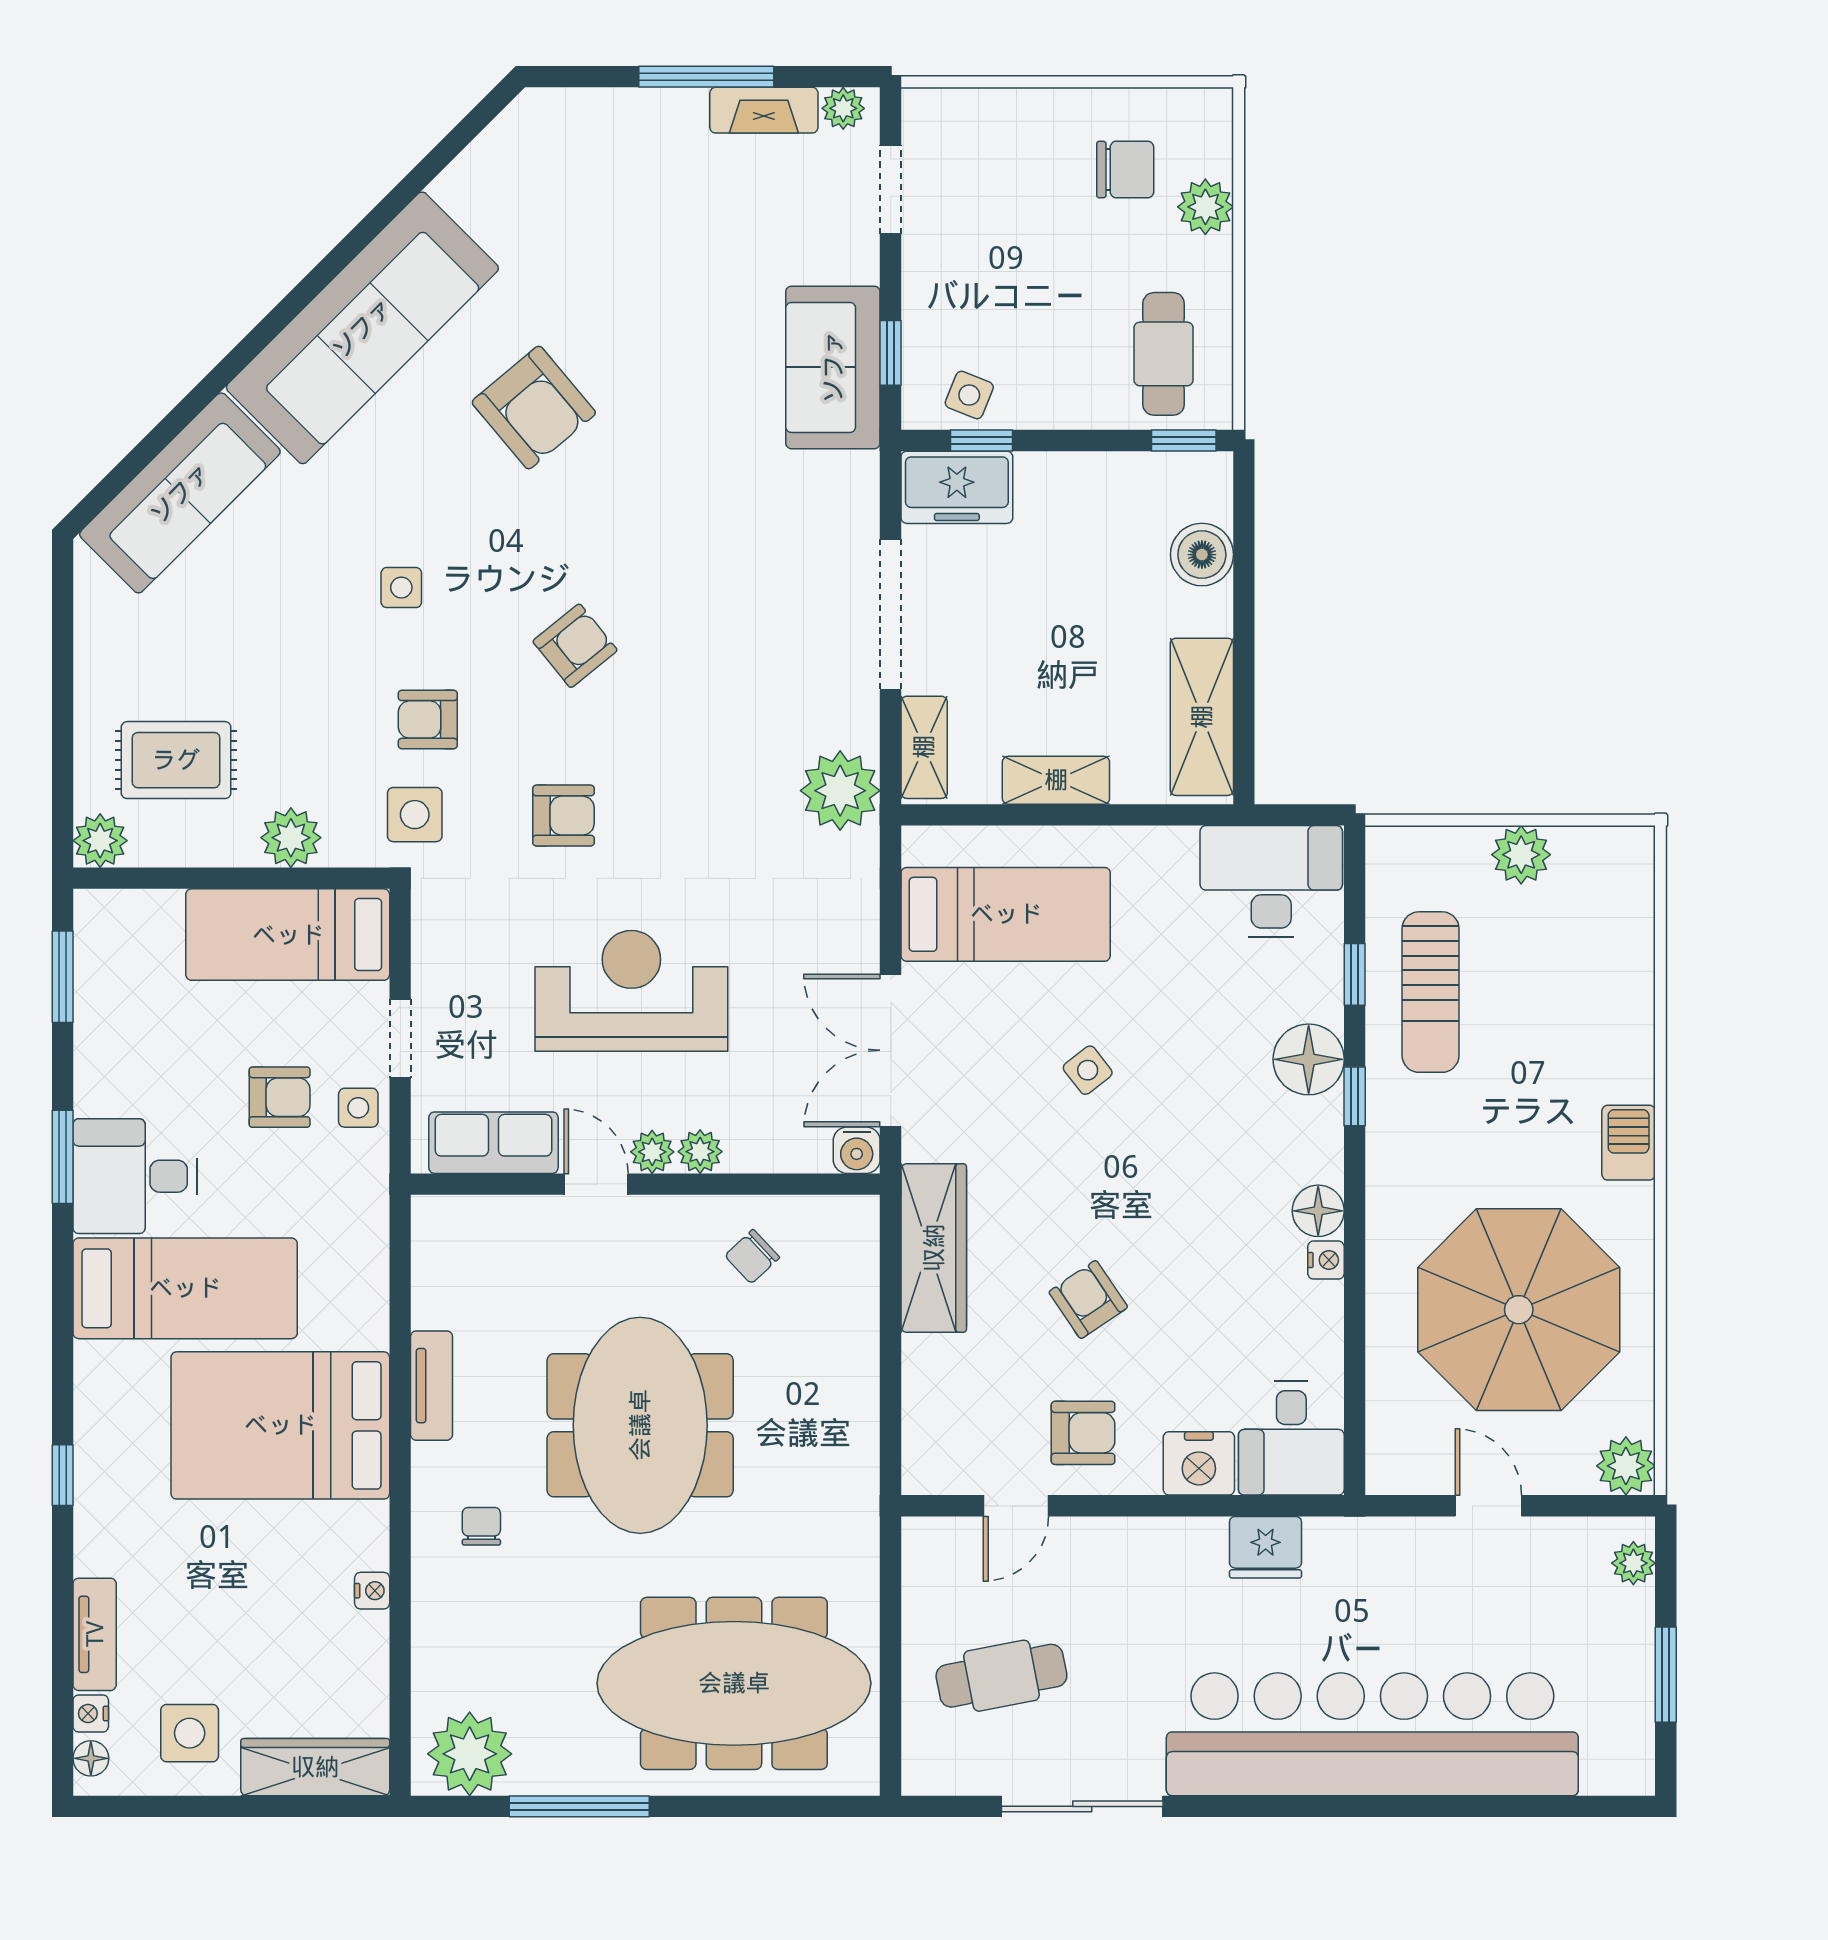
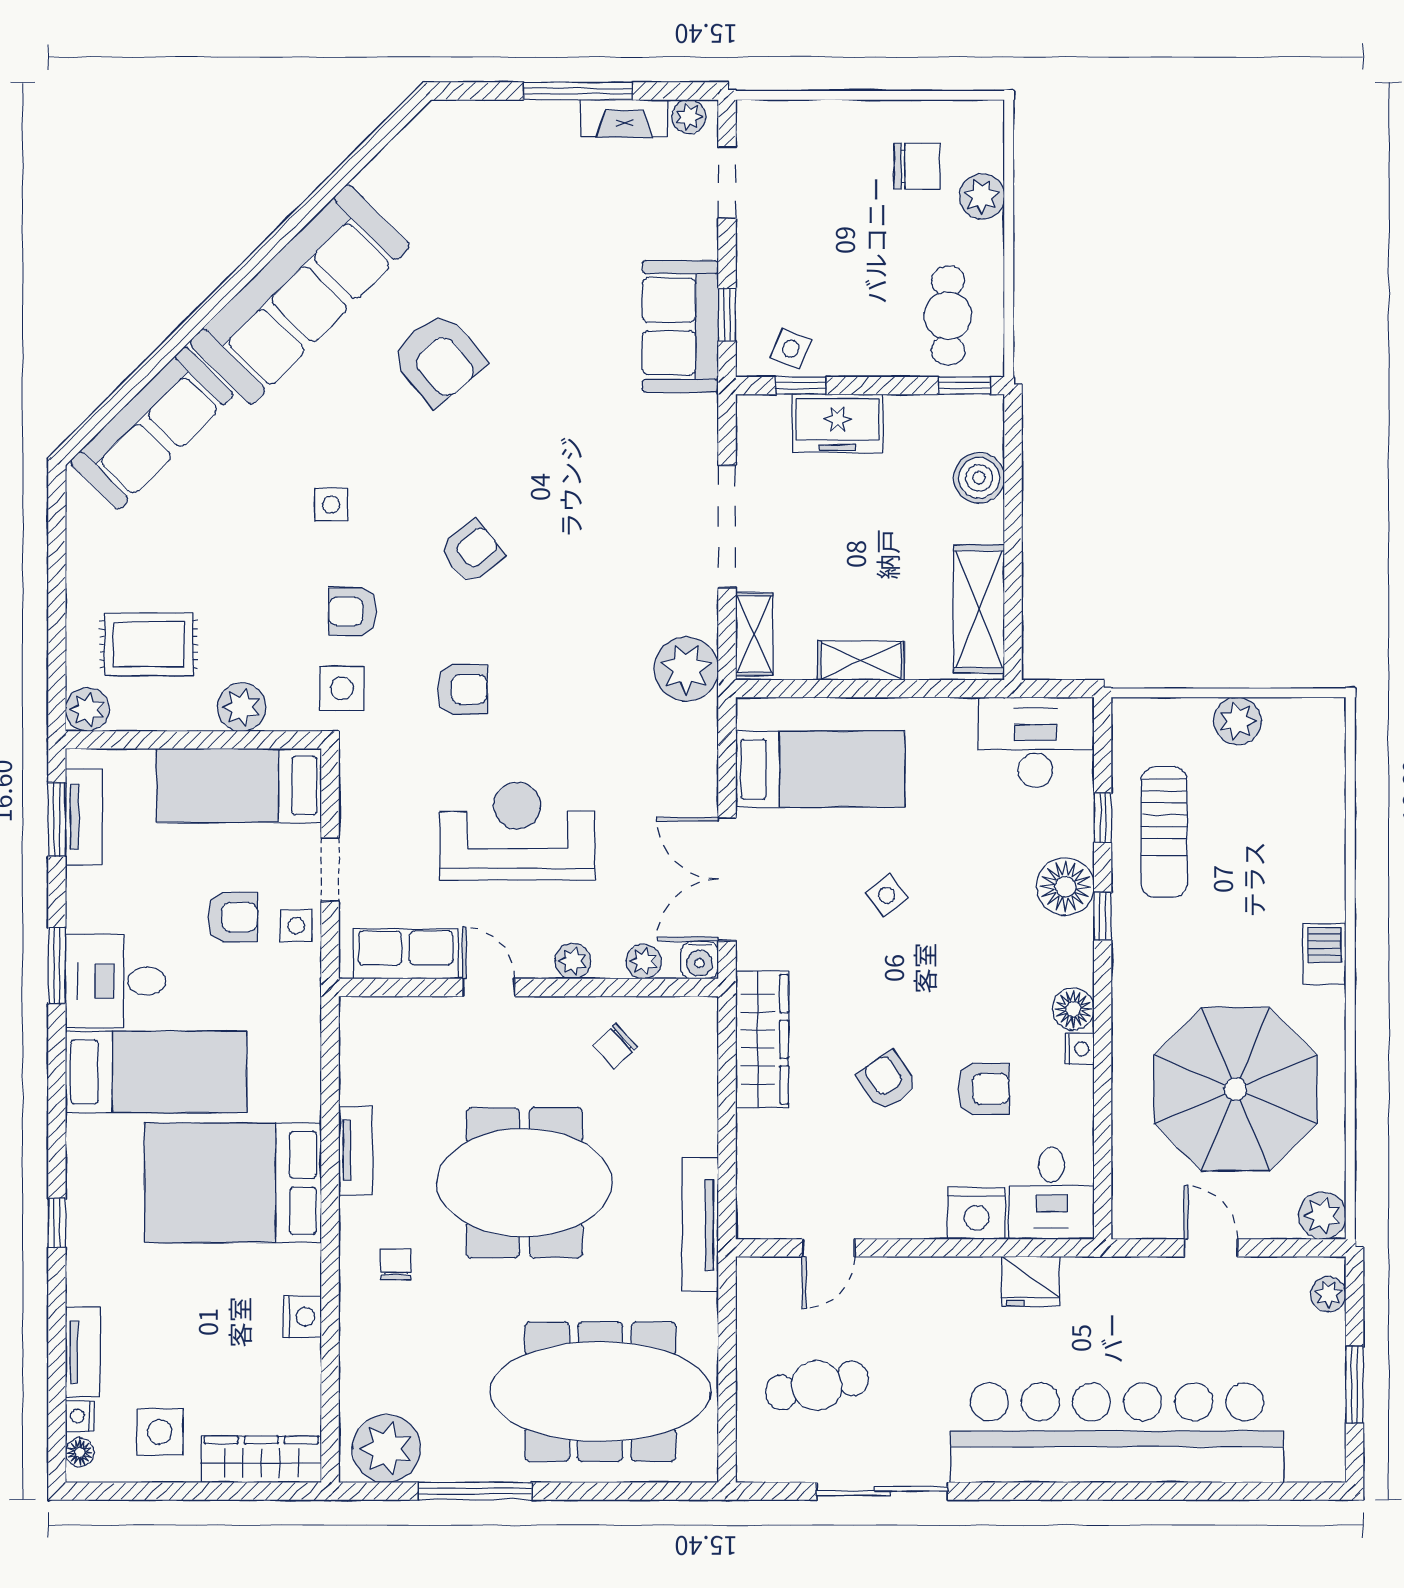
freezer: (957, 487) -> (837, 423), moved
tv unit: (96, 974) -> (84, 817), added
plant: (652, 1152) -> (644, 961), moved
meeting table: (640, 1425) -> (524, 1183), turned 90
armchair: (1083, 1433) -> (984, 1089), moved
tv unit: (858, 1477) -> (700, 1225), added
nightstand: (372, 1591) -> (302, 1317), width x1.39, depth x1.35

